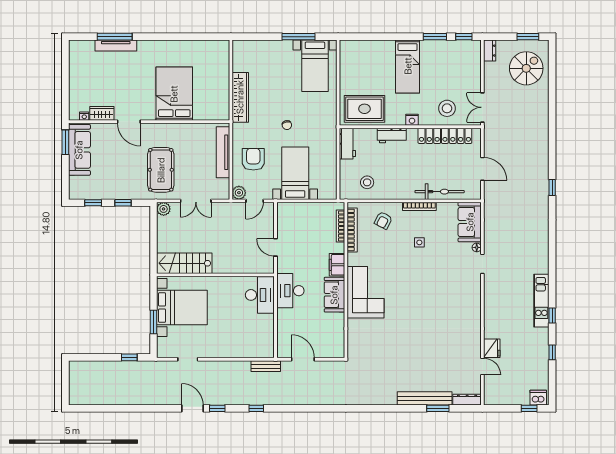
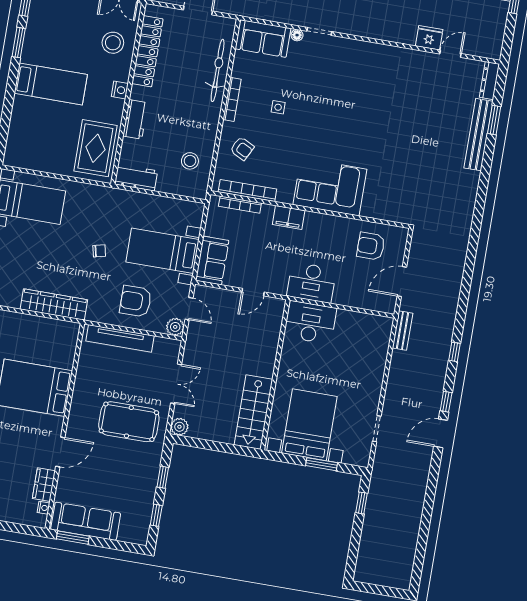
sofa: (334, 295) -> (212, 260), moved, turned -90
armchair: (326, 331) -> (371, 246), added

